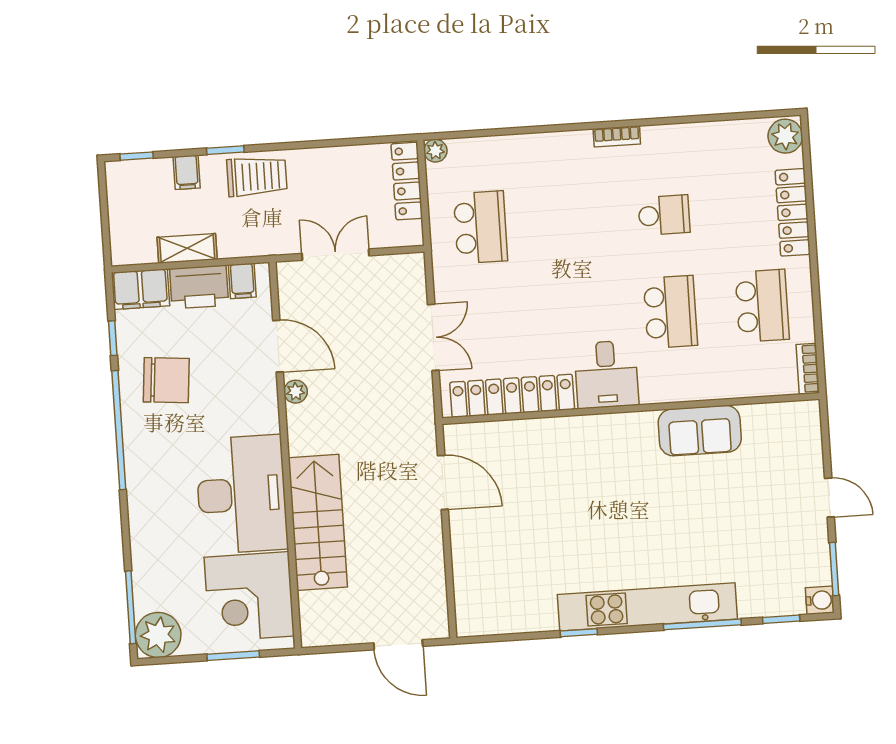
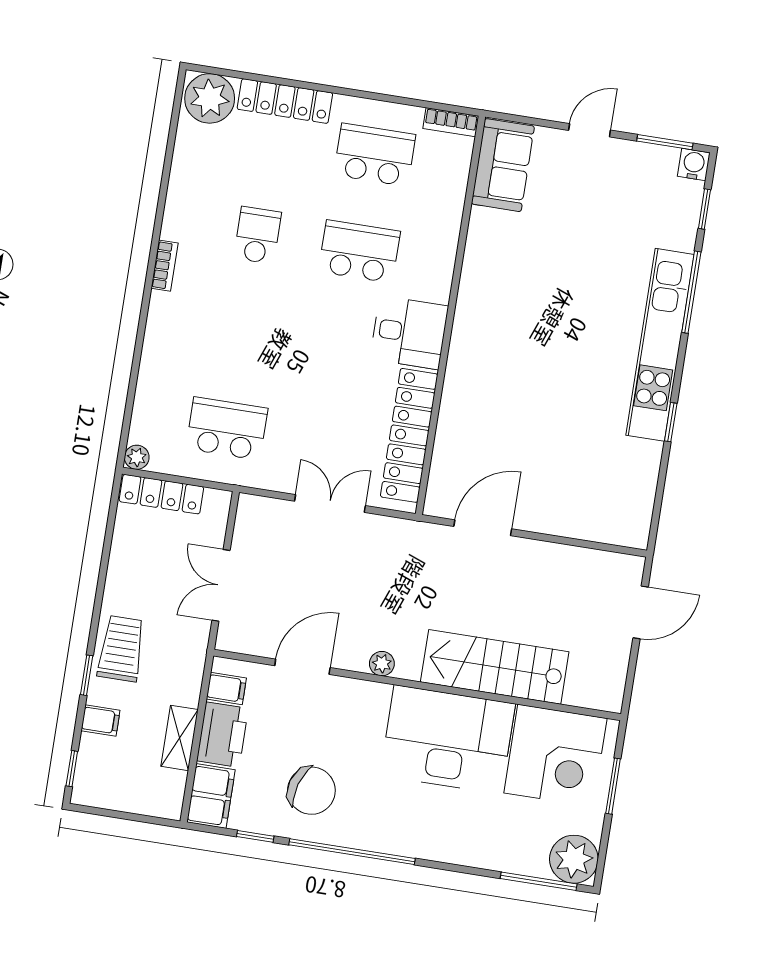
plant: (785, 136) -> (210, 98), width x1.36, depth x1.36
chair: (166, 380) -> (311, 791), turned 102
plant: (296, 392) -> (382, 664), moved
sofa: (700, 431) -> (503, 165), moved

